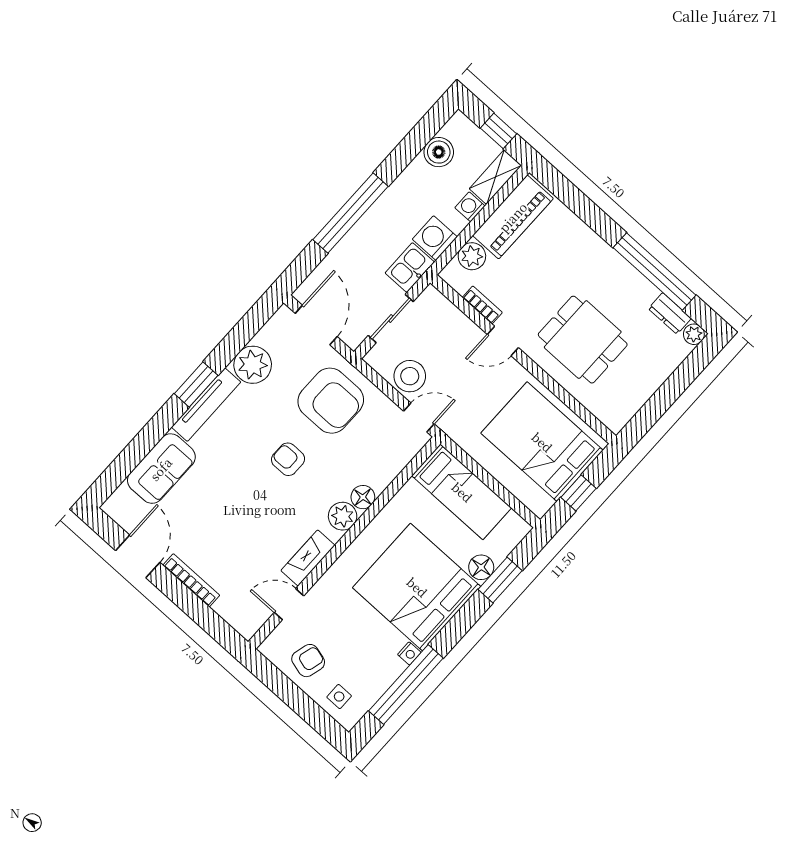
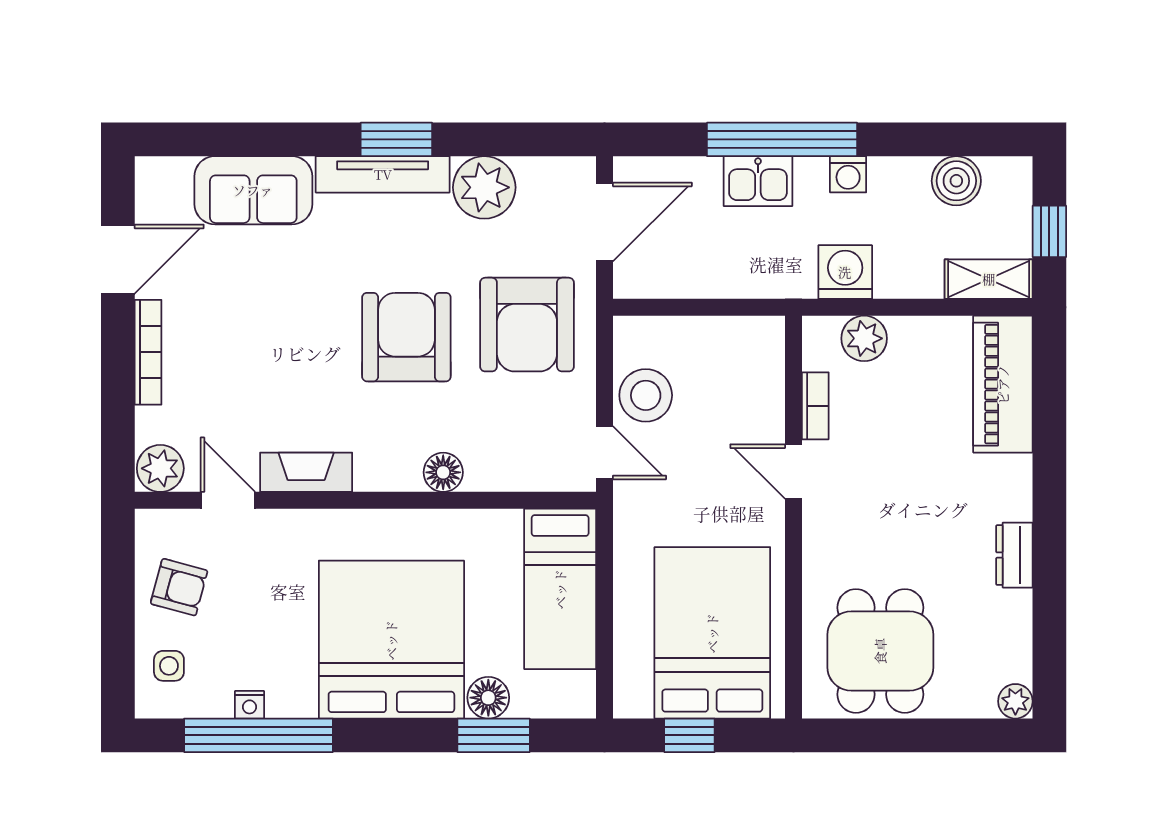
washing machine: (470, 207) -> (848, 174), moved, turned 180
piano: (513, 217) -> (1003, 384), moved, turned 90
kitchen sink: (410, 268) -> (758, 181), moved, turned 180
window: (655, 271) -> (1049, 582), removed
dresser: (670, 313) -> (1014, 555), moved
sliding door: (391, 319) -> (696, 307), removed
dining table: (583, 340) -> (880, 651), moved
armchair: (288, 459) -> (406, 337), width x1.88, depth x1.88
plant: (343, 516) -> (160, 468), moved
nightstand: (409, 653) -> (250, 705), moved

